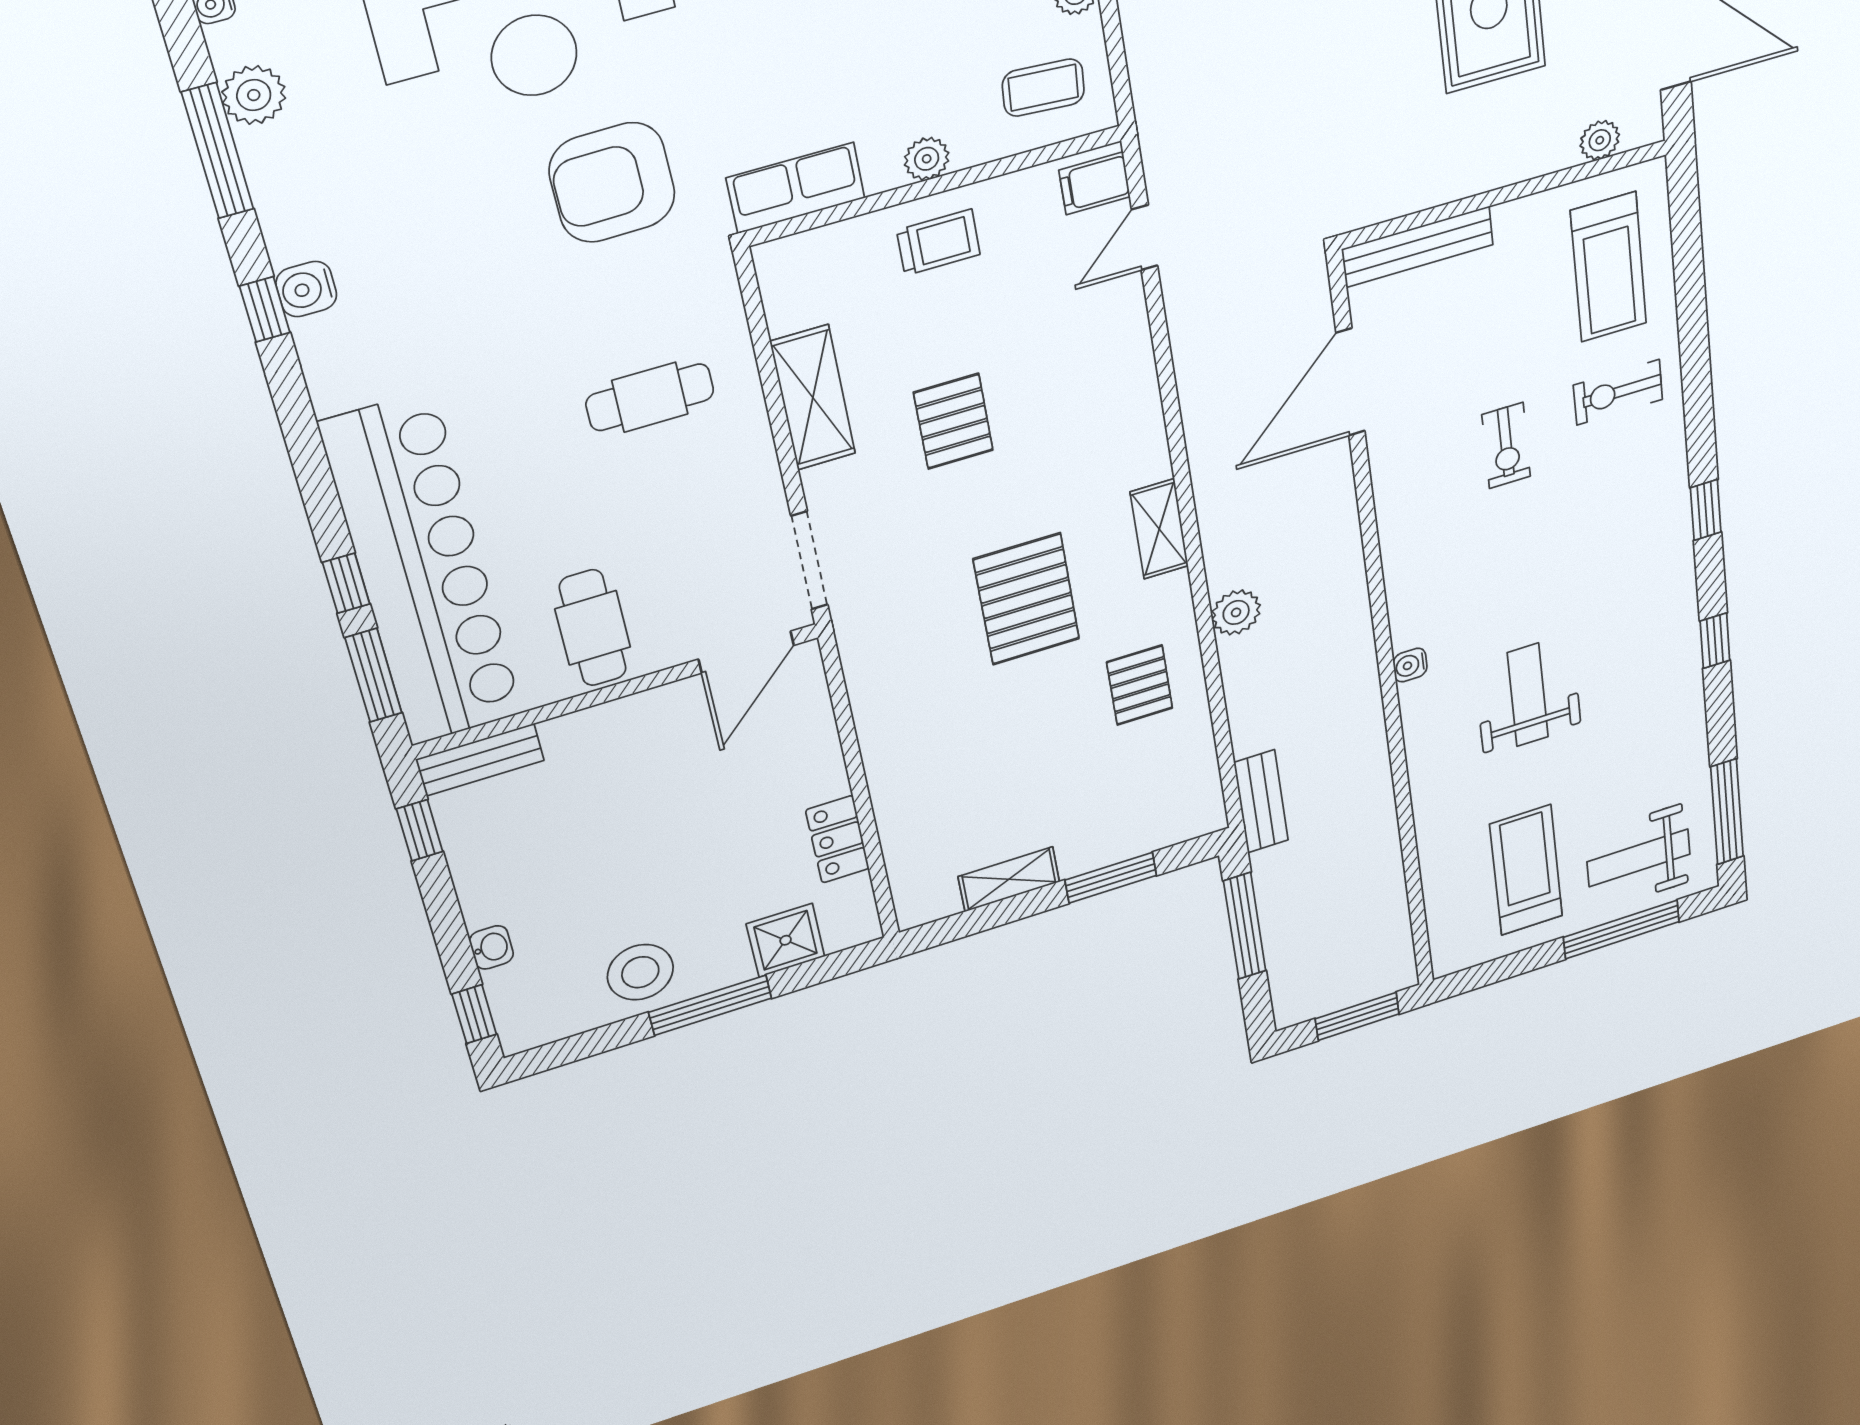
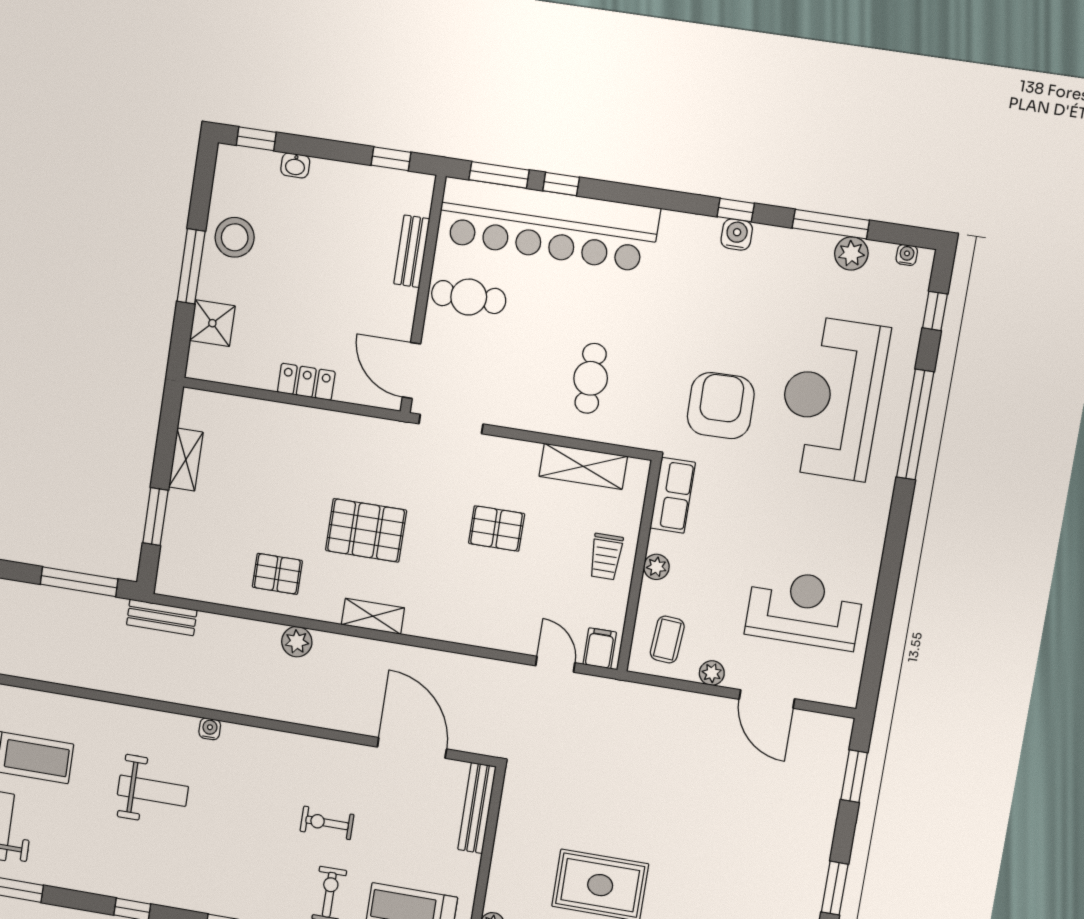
shelving: (813, 398) -> (583, 466), moved
bench: (480, 760) -> (412, 251), moved
locker: (837, 839) -> (306, 382), moved

